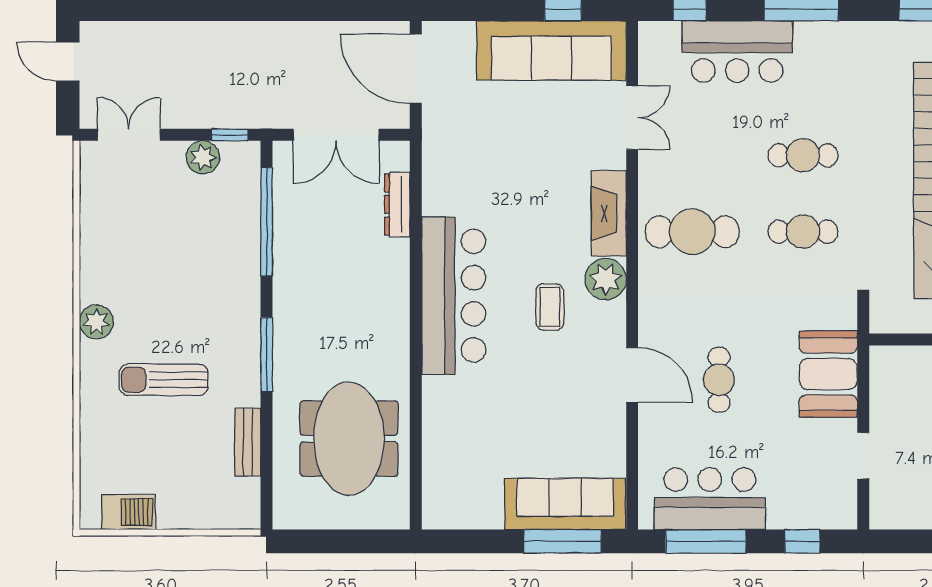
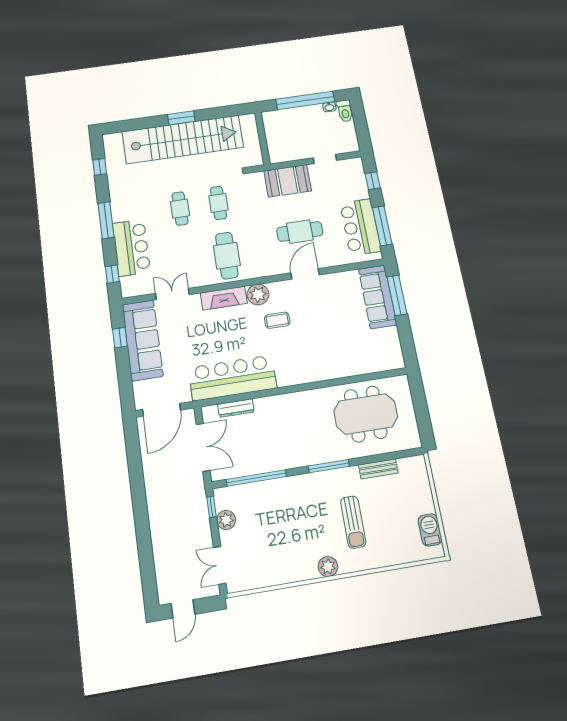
bar counter: (454, 296) -> (232, 378), moved
cafe table: (719, 380) -> (300, 232), width x1.37, depth x1.35

